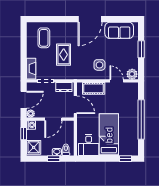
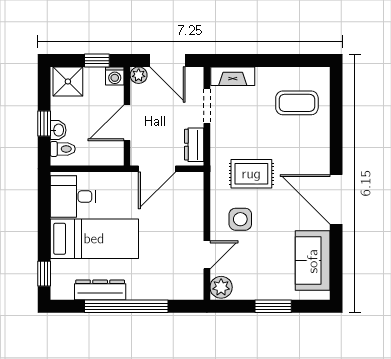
rug: (64, 55) -> (251, 174), moved
cot: (94, 88) -> (191, 207), removed
door: (53, 119) -> (127, 123), hinge flipped
dresser: (133, 132) -> (100, 290), added

